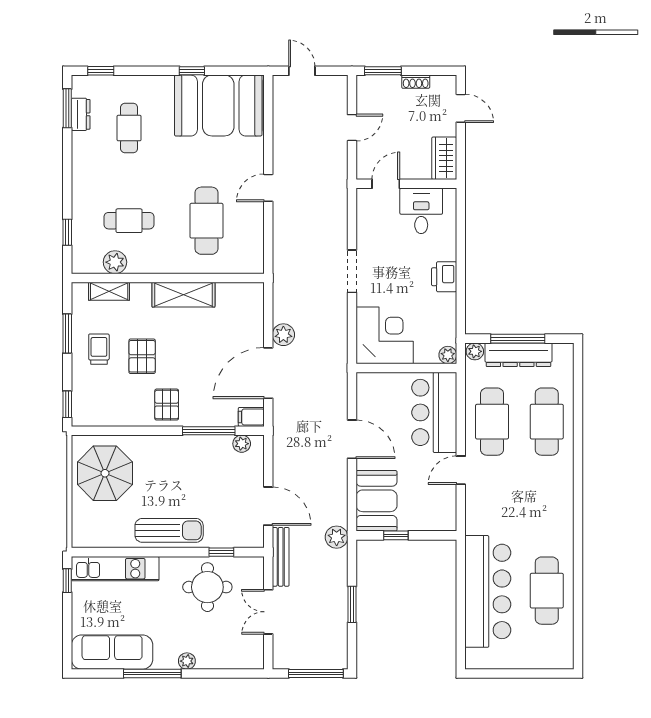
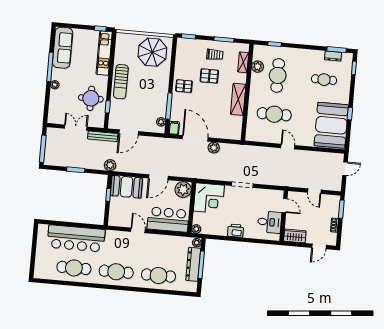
cafe table: (129, 221) -> (278, 75), width x1.37, depth x1.35
plant: (372, 388) -> (183, 190), added
cafe table: (492, 422) -> (116, 272), moved

